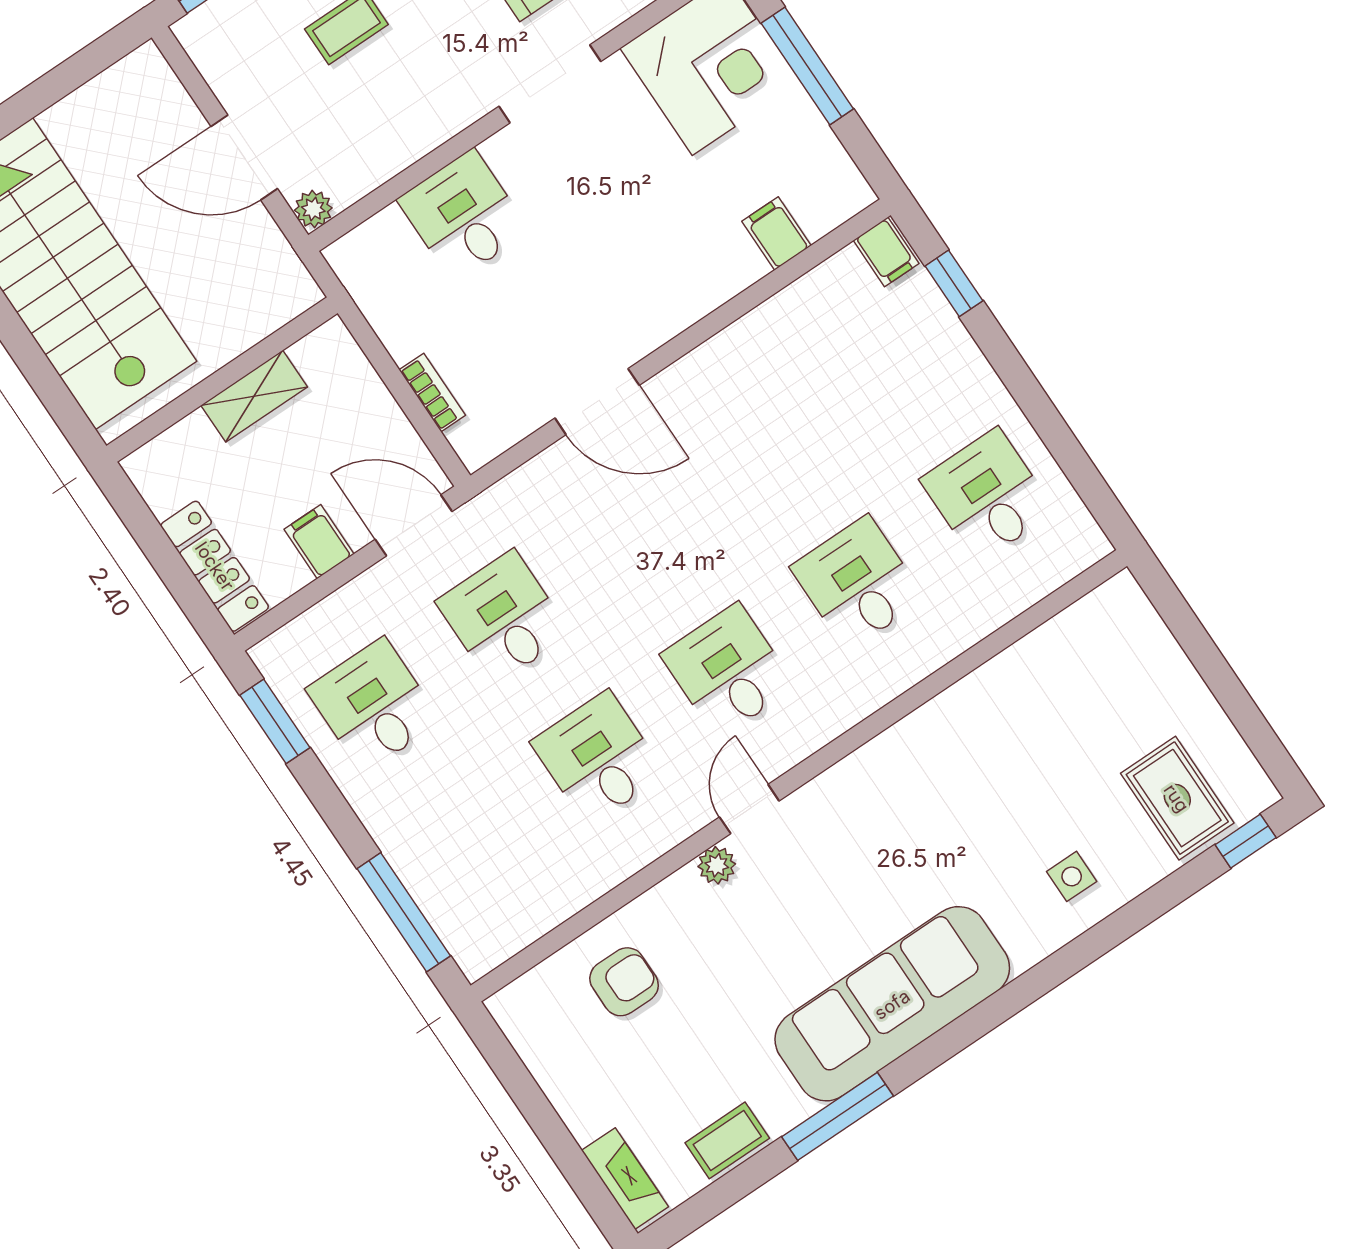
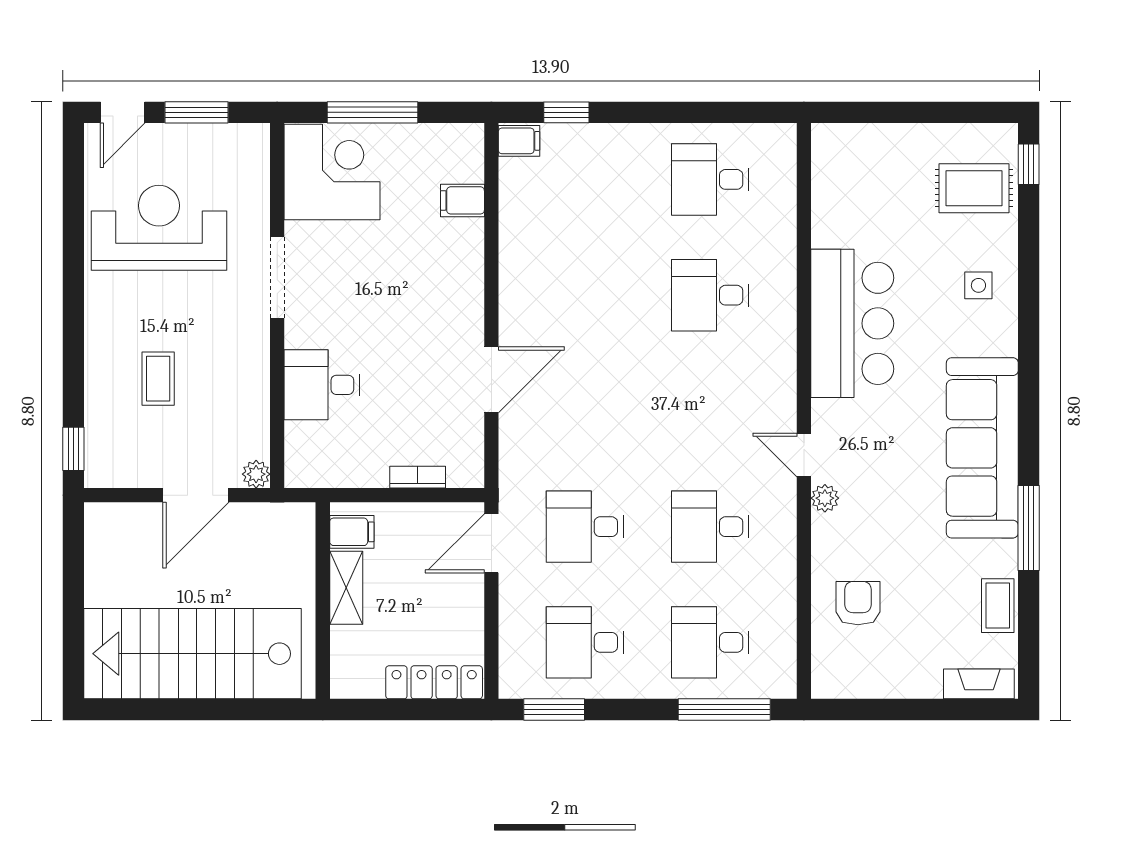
filing cabinet: (319, 542) -> (352, 532), moved, turned 180
desk: (728, 671) -> (710, 642), moved
bar counter: (934, 764) -> (852, 323), added

